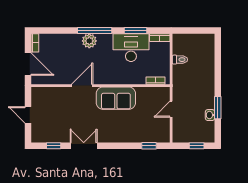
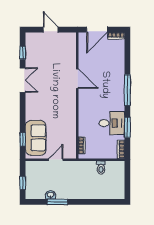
plant: (89, 41) -> (118, 85), removed
desk: (131, 48) -> (112, 123), width x0.73
sofa: (116, 98) -> (36, 138), moved, turned 180
door: (171, 109) -> (56, 160), hinge flipped
door: (28, 115) -> (51, 30), hinge flipped

